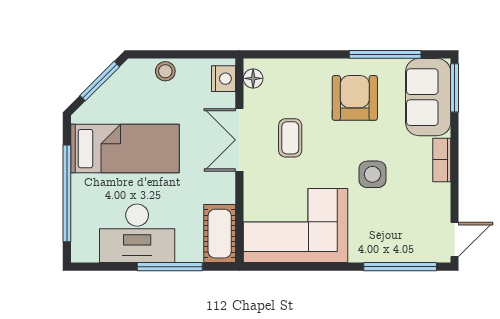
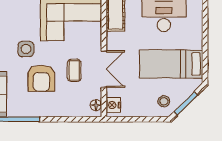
stool: (165, 71) -> (164, 101), moved
armchair: (355, 98) -> (41, 78), moved
window: (67, 193) -> (205, 38), removed

